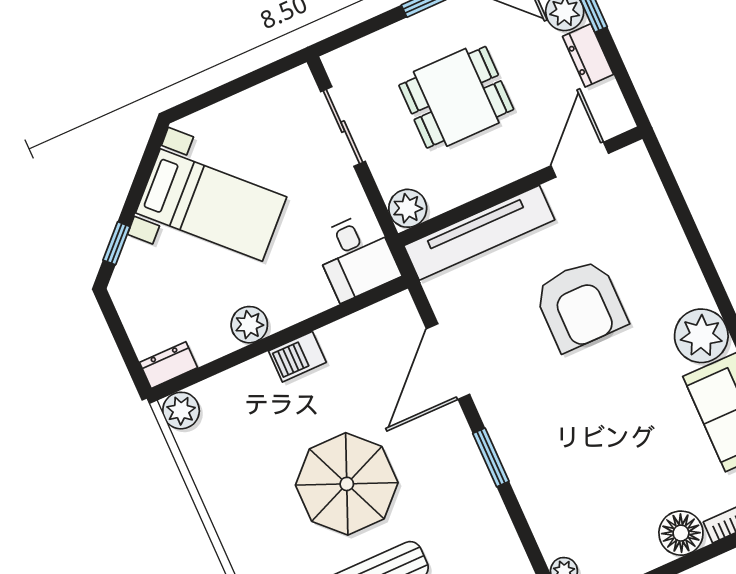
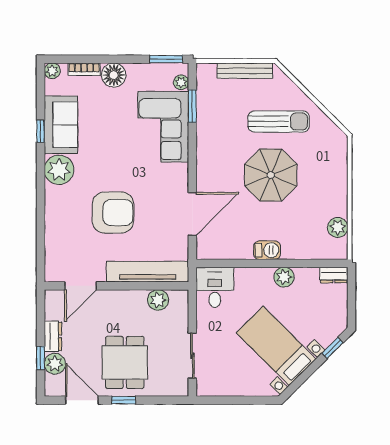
dining table: (456, 97) -> (125, 362), moved, turned 90
plant: (408, 208) -> (158, 300), moved
armchair: (580, 305) -> (113, 213), turned 90
plant: (181, 411) -> (338, 227), moved
window: (491, 457) -> (192, 106), moved
corner sofa: (561, 484) -> (163, 127), added

